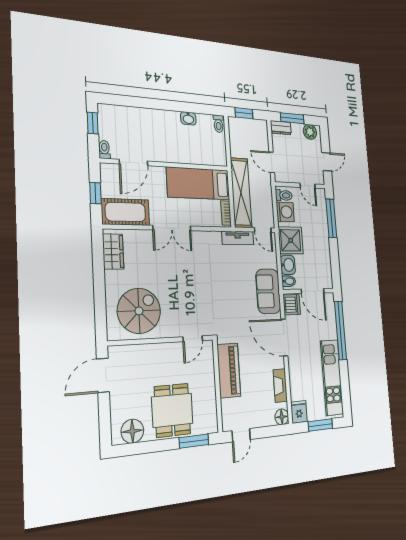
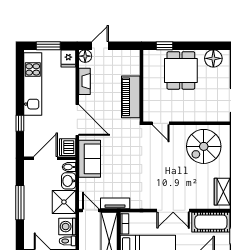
window: (331, 218) -> (20, 203), moved
double door: (172, 228) -> (173, 210), swing flipped
door: (313, 291) -> (46, 158), hinge flipped
window: (340, 330) -> (20, 123), width x0.32
door: (193, 339) -> (161, 123), swing flipped
door: (241, 435) -> (100, 46), moved
window: (194, 441) -> (165, 46), width x0.67

